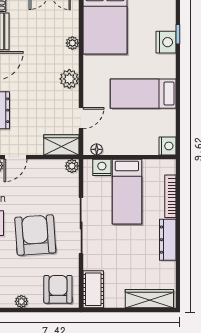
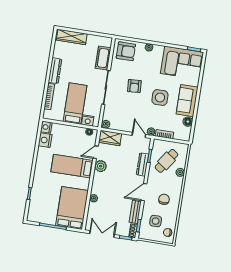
nightstand: (166, 42) -> (45, 140), moved
plant: (69, 79) -> (101, 166), moved
bed: (143, 94) -> (72, 166), moved, turned 180
door: (15, 157) -> (139, 135), hinge flipped
armchair: (35, 235) -> (134, 86), width x0.53, depth x0.53
armchair: (58, 289) -> (126, 51), turned -90
cot: (93, 289) -> (103, 58), moved

